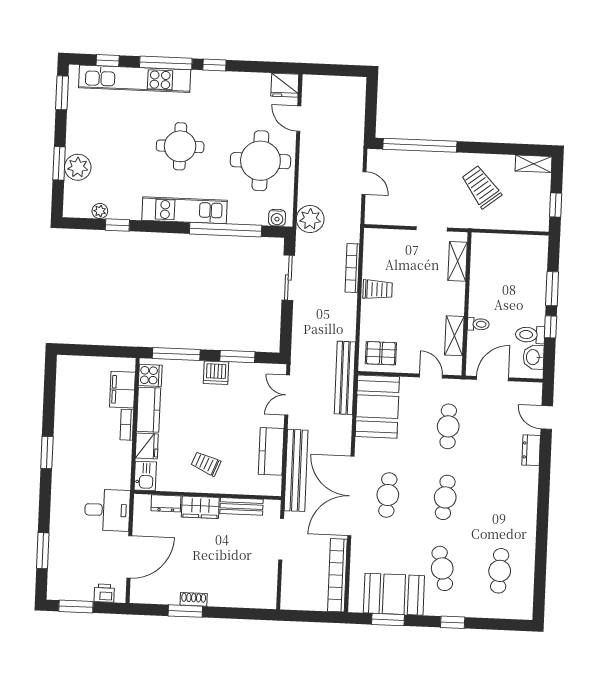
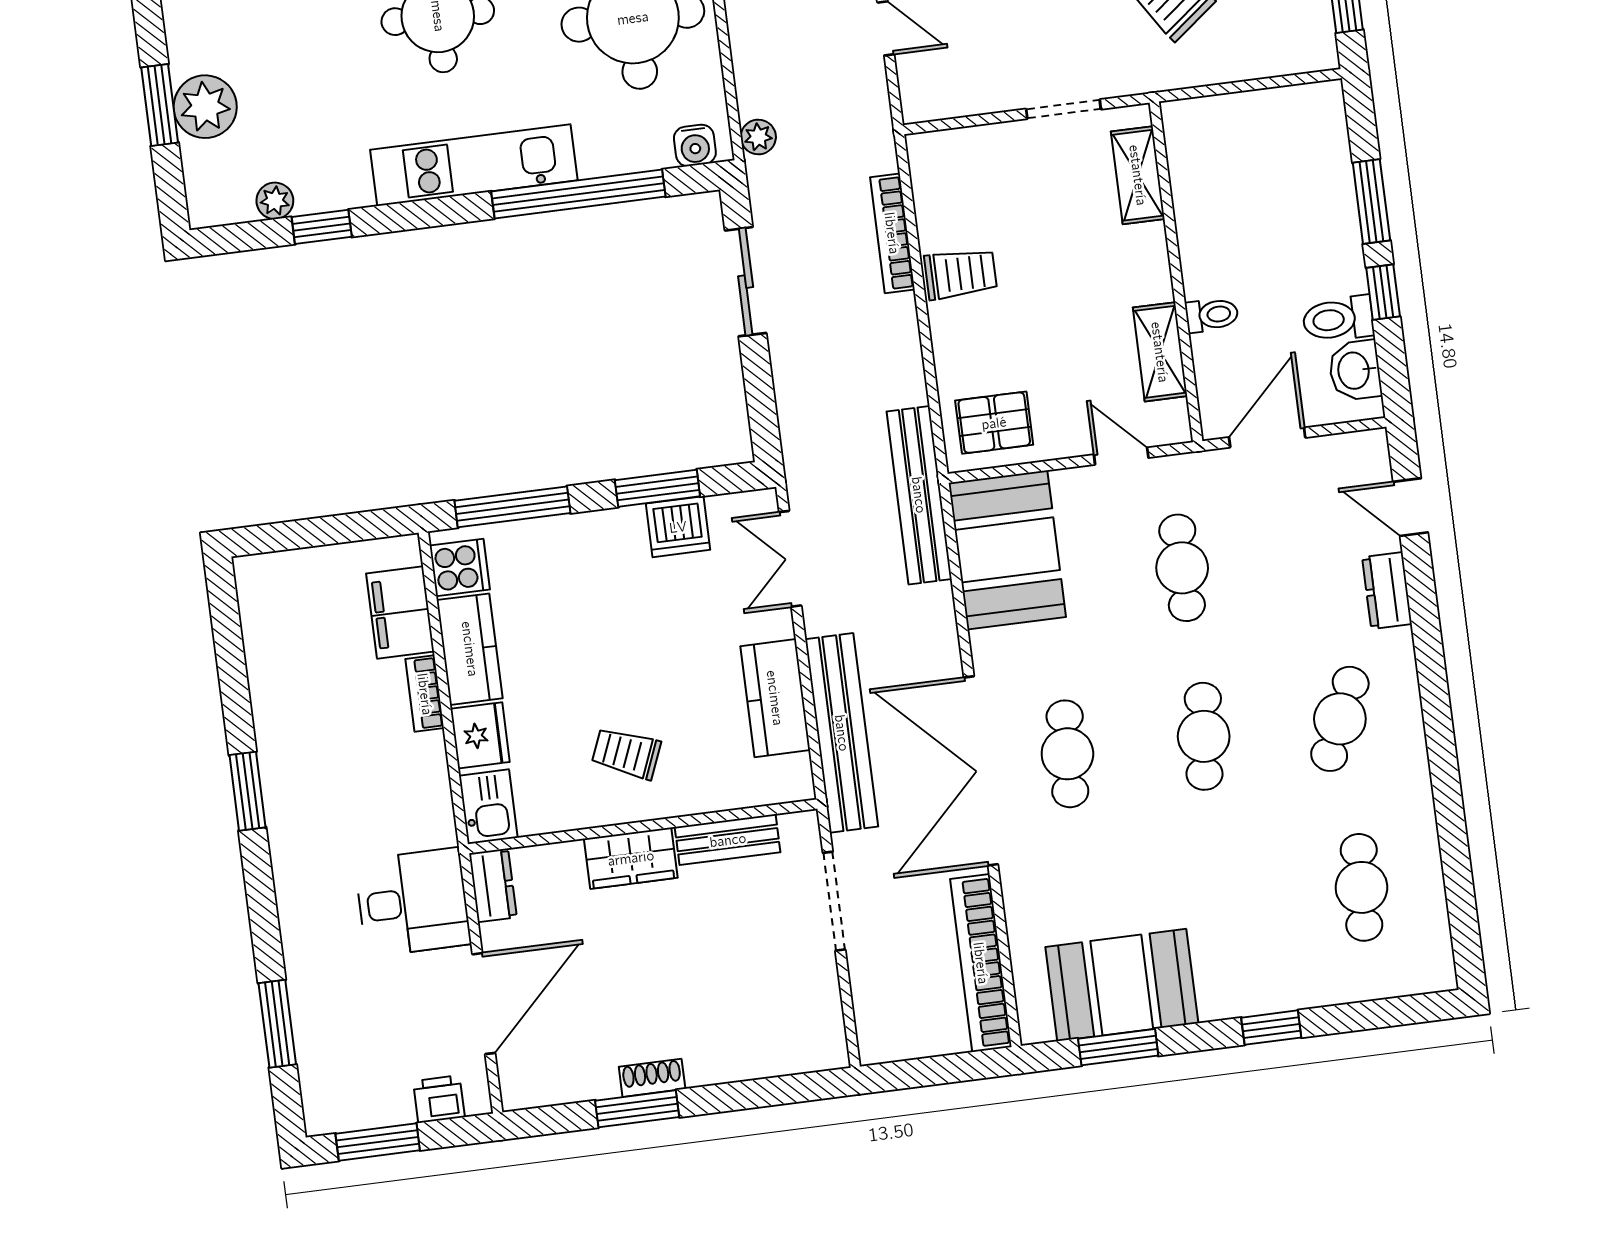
plant: (310, 219) -> (758, 137), width x0.53, depth x0.53
dishwasher: (216, 373) -> (678, 527), moved
dresser: (166, 503) -> (493, 885), moved, turned -90
cafe table: (442, 568) -> (1340, 719), moved, turned 36

